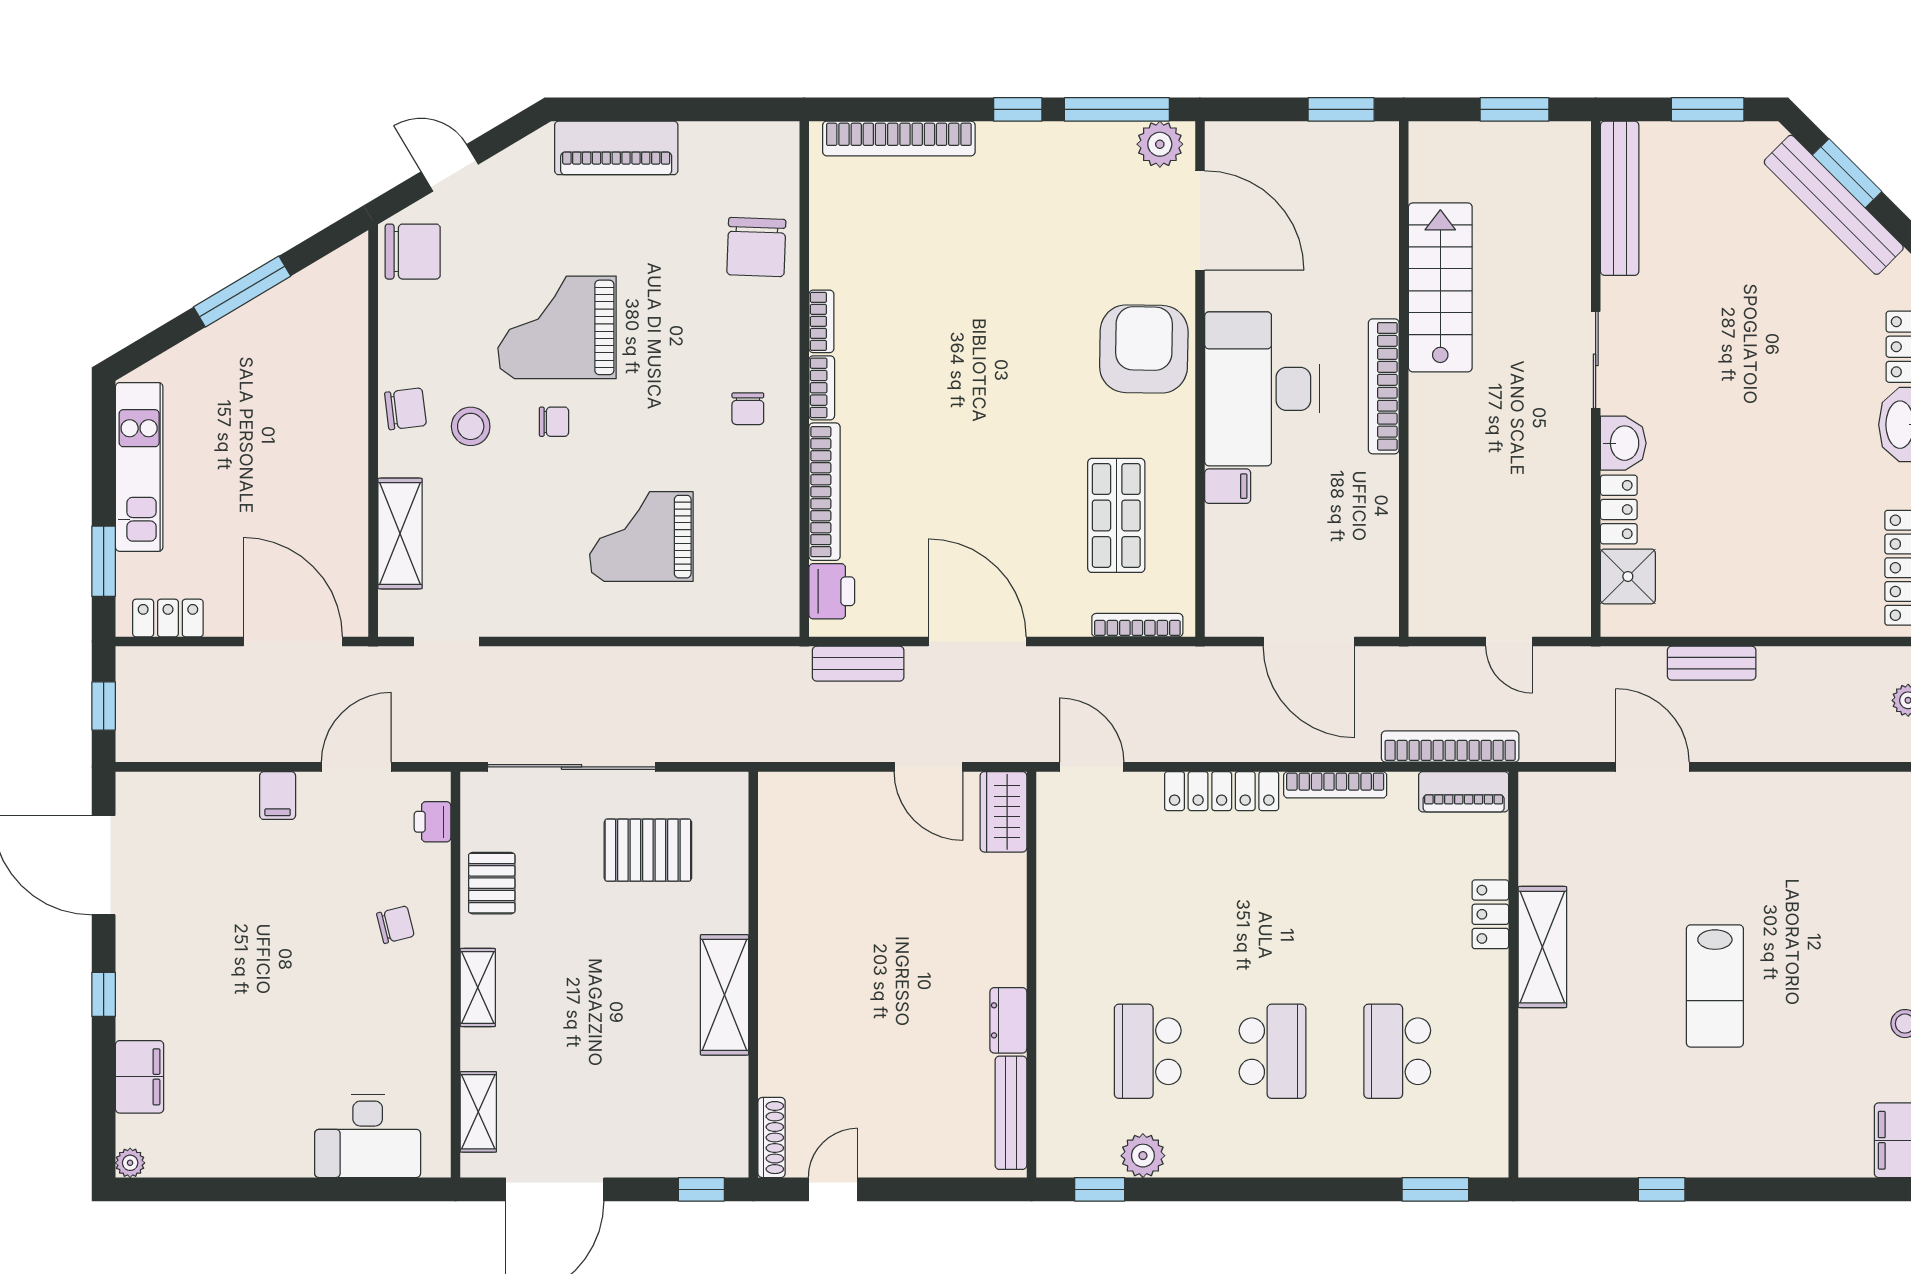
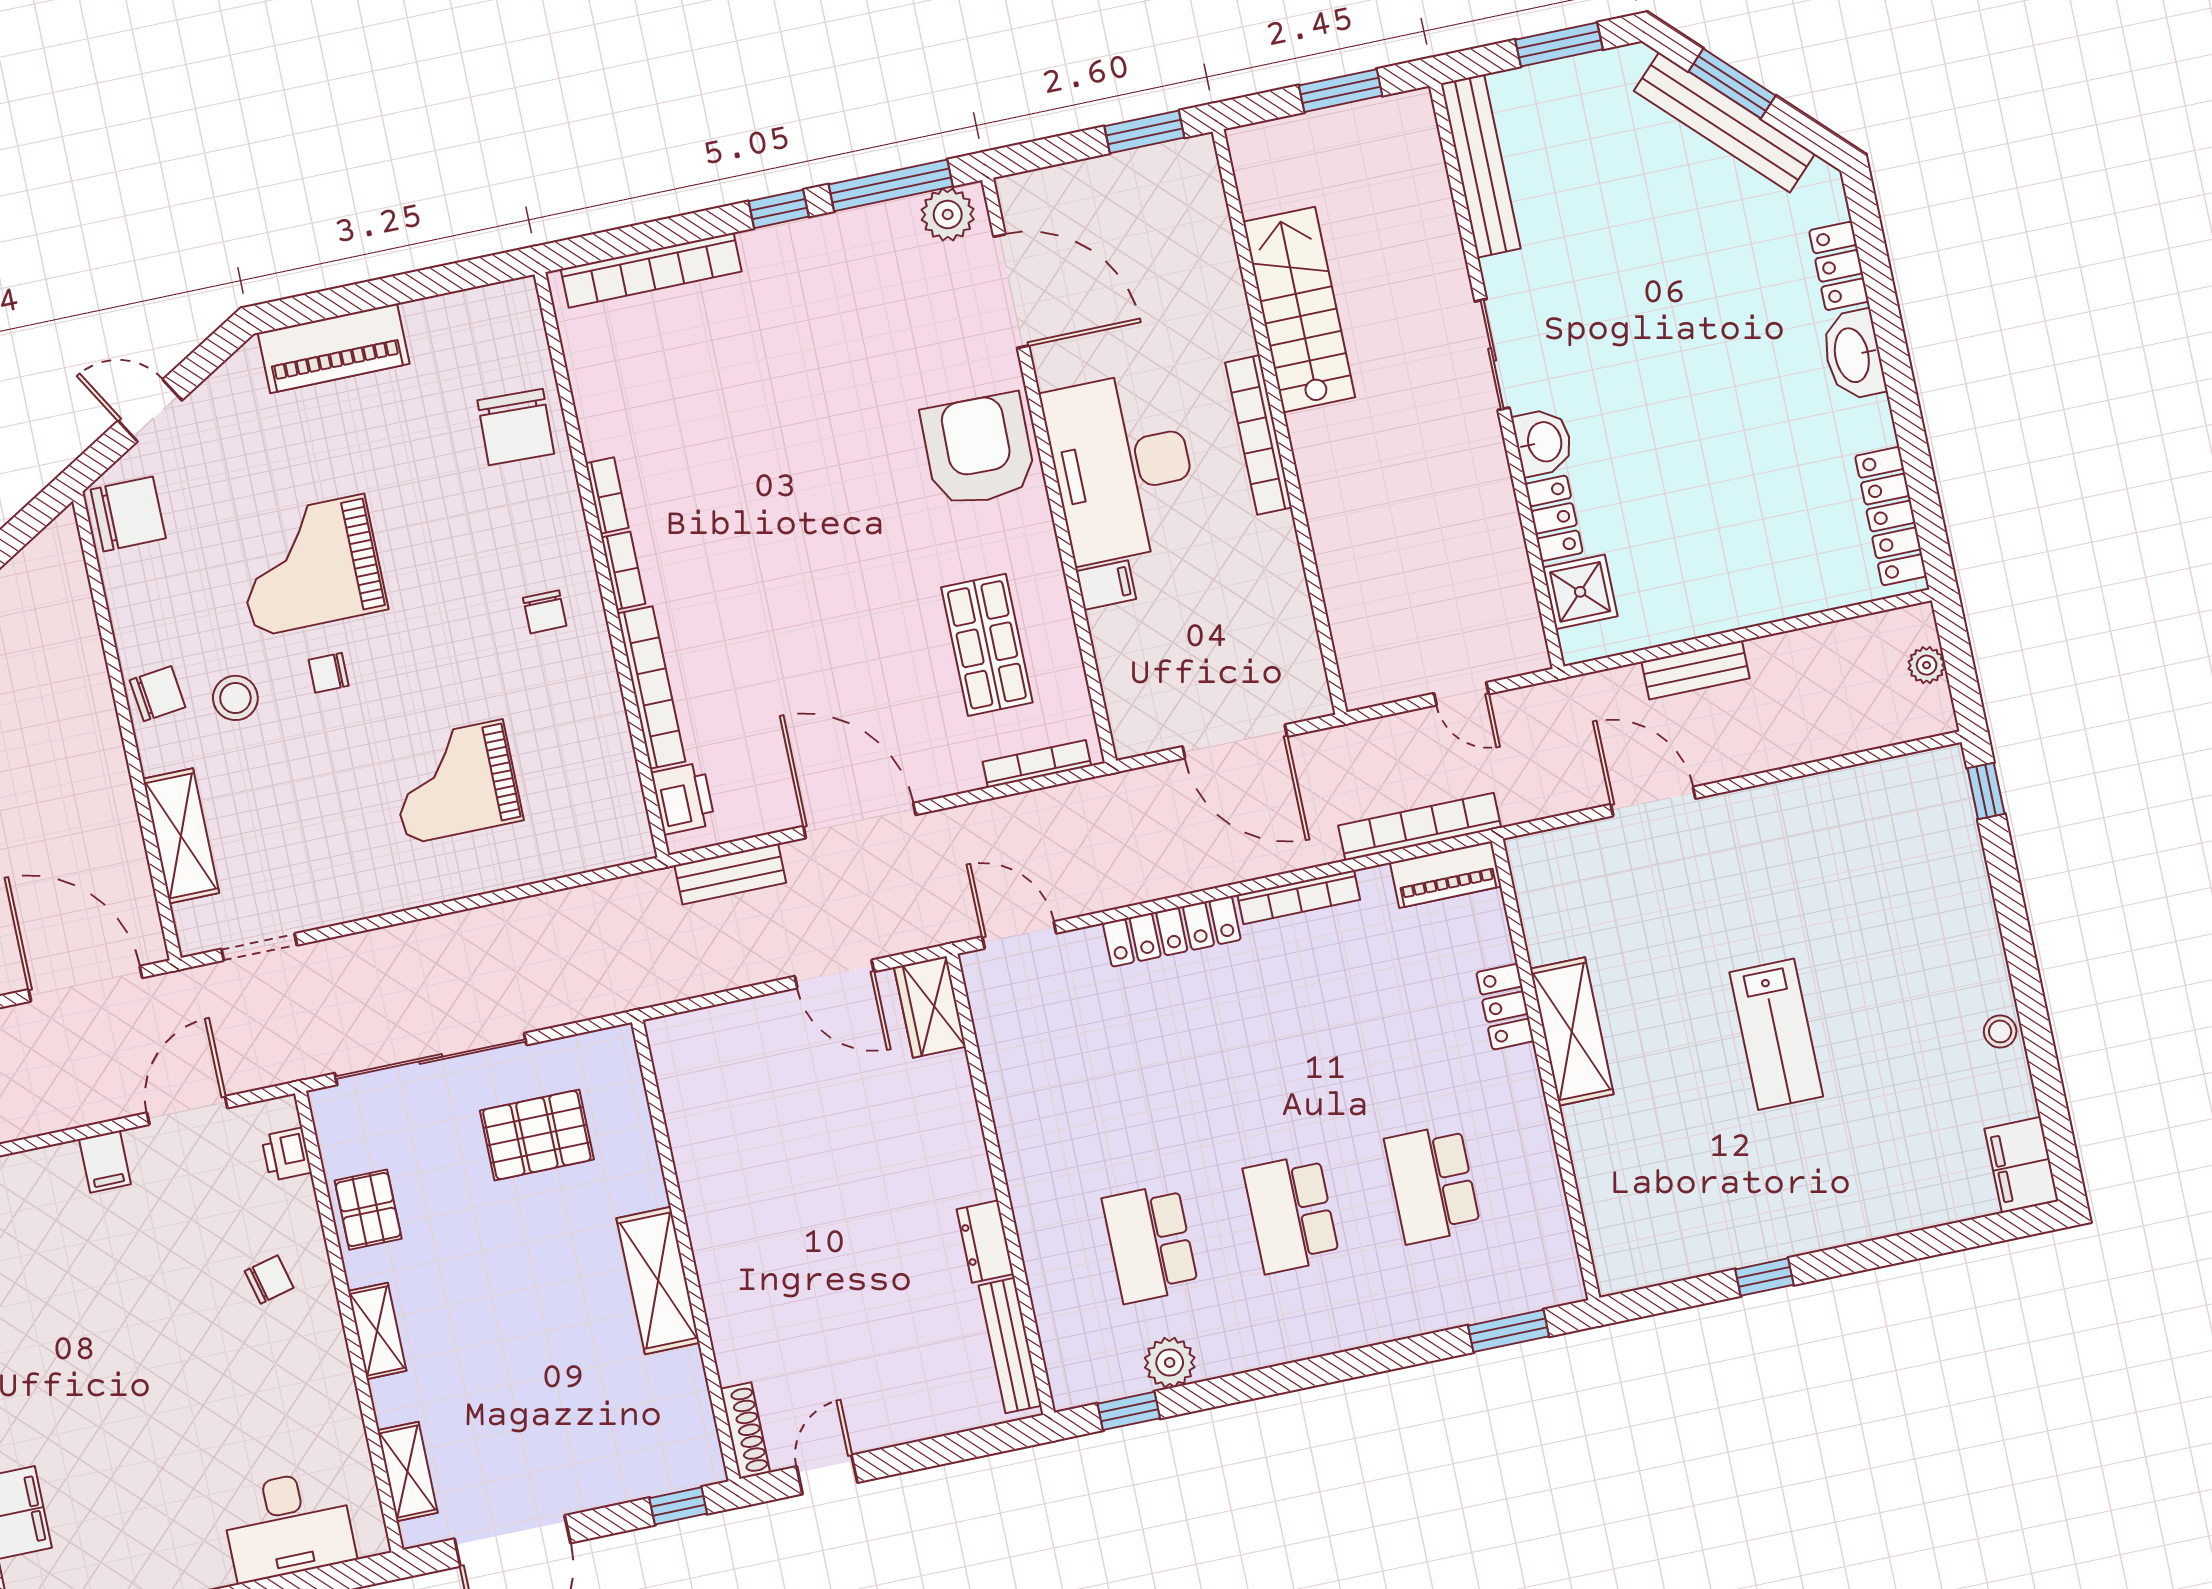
chair: (554, 422) -> (329, 673), turned 180
school desk: (1272, 1051) -> (1291, 1214), turned 180

